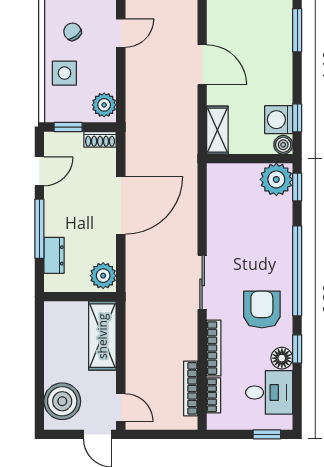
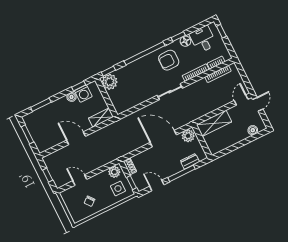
door: (202, 65) -> (76, 138), hinge flipped
side table: (64, 73) -> (118, 189), moved
boiler: (283, 145) -> (71, 97), moved
door: (121, 205) -> (163, 139), moved
boiler: (62, 401) -> (253, 130), width x0.54, depth x0.54

